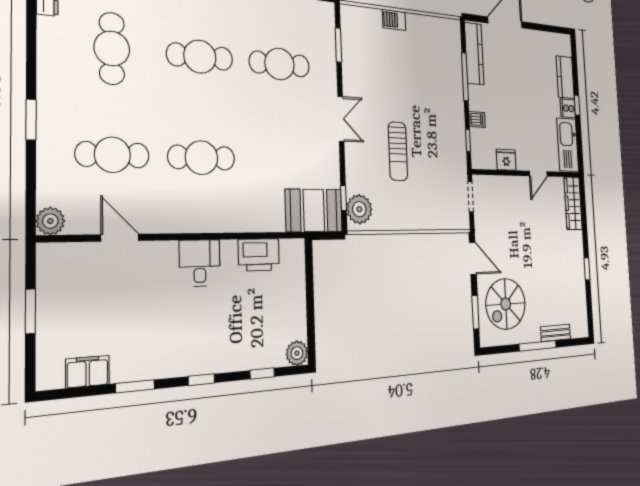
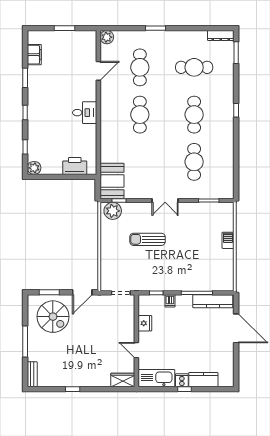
wardrobe: (573, 203) -> (123, 380), width x0.67
printer: (259, 255) -> (75, 166), moved, turned 90
spiral stairs: (506, 304) -> (53, 317), turned 180
bench: (556, 333) -> (32, 374), moved

